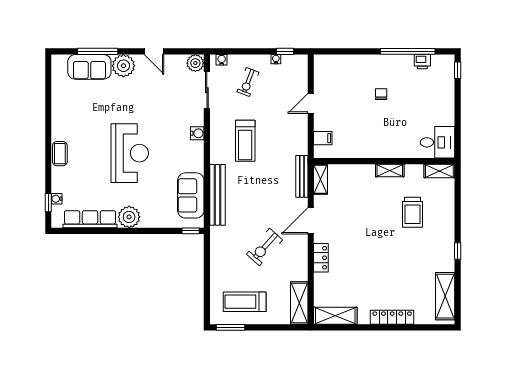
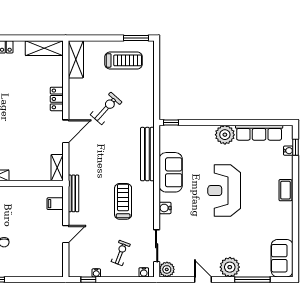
sofa: (89, 67) -> (282, 258), moved, turned -90
bench: (302, 176) -> (73, 193), moved
sofa: (191, 195) -> (171, 172), moved

